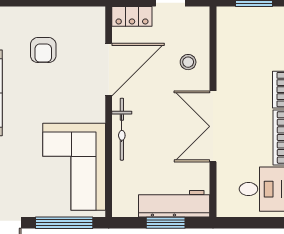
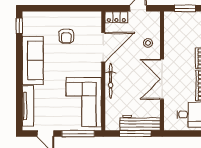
window: (166, 223) -> (135, 134), width x1.44

